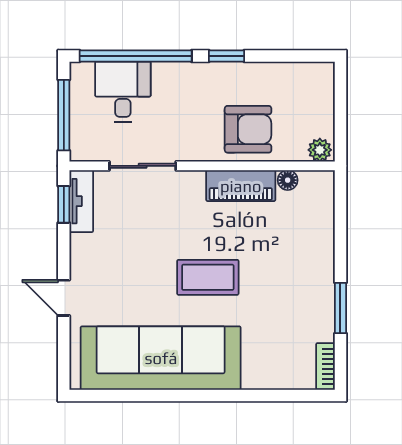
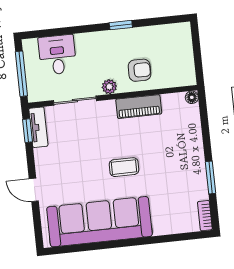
window: (136, 56) -> (63, 31), removed
armchair: (248, 129) -> (139, 70), width x0.72, depth x0.72
plant: (320, 150) -> (109, 87), moved
floor lamp: (288, 180) -> (192, 97), moved
coffee table: (208, 277) -> (124, 167), width x0.73, depth x0.77

